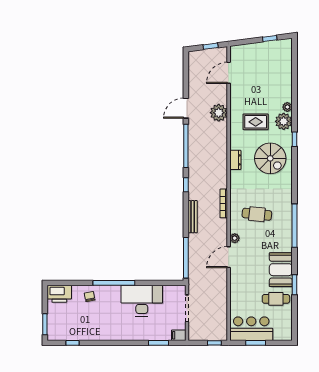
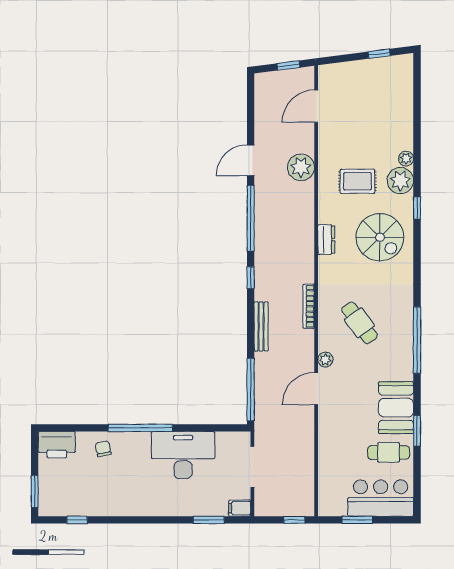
cafe table: (257, 214) -> (359, 323), turned 48
bar counter: (251, 329) -> (381, 498), moved

